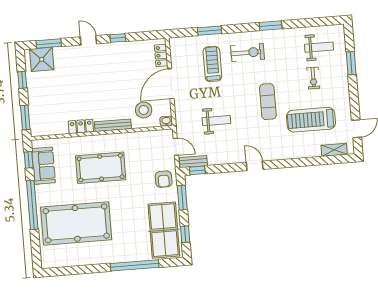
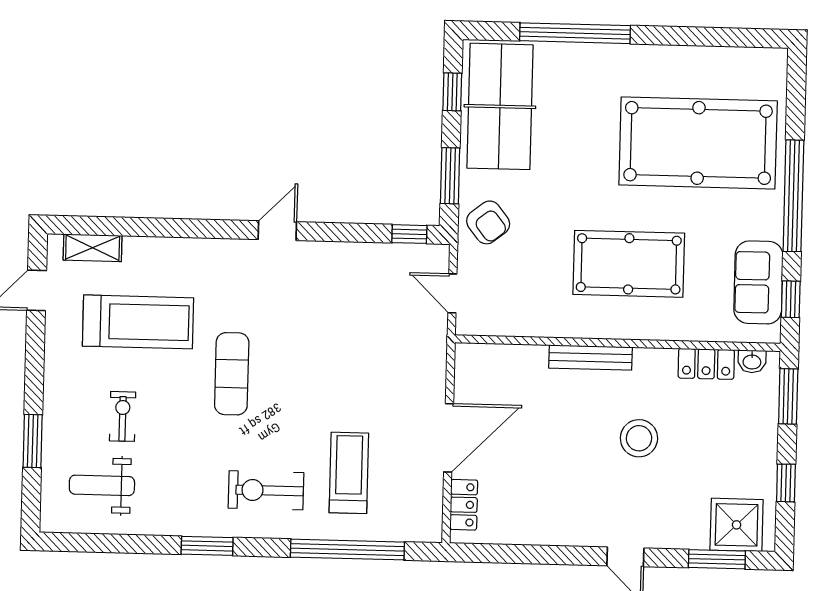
window: (209, 31) -> (347, 550), width x2.11
window: (118, 38) -> (558, 555), removed
treadmill: (212, 64) -> (349, 473), turned 180
stool: (144, 110) -> (639, 438), moved
washbasin: (166, 121) -> (752, 361), moved
weight bench: (216, 121) -> (354, 343), removed
locker: (81, 126) -> (706, 364), moved
bench: (193, 162) -> (416, 255), removed
door: (255, 166) -> (277, 231), swing flipped
armchair: (164, 179) -> (488, 222), turned 142

